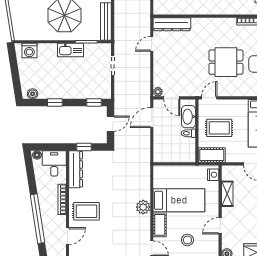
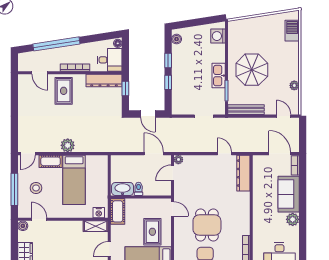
window: (94, 103) -> (168, 82), moved
washbasin: (188, 117) -> (123, 189), moved
rug: (219, 128) -> (152, 232), moved
shelving: (227, 194) -> (96, 226), moved
door: (220, 226) -> (39, 219), moved

